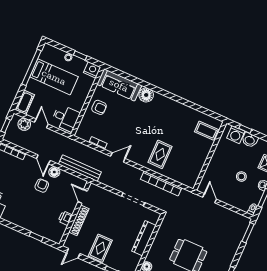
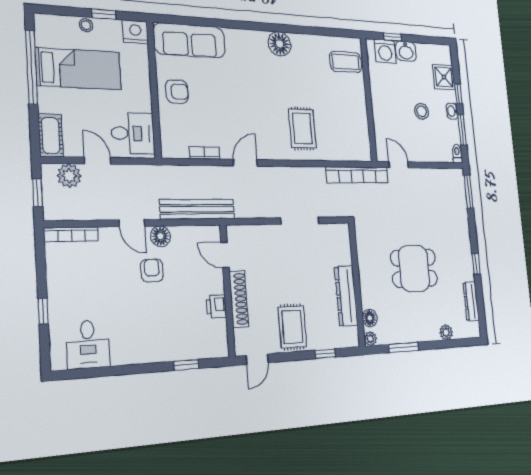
floor lamp: (146, 95) -> (280, 44), moved
bookcase: (161, 184) -> (357, 175), moved
dresser: (144, 238) -> (346, 296), moved

